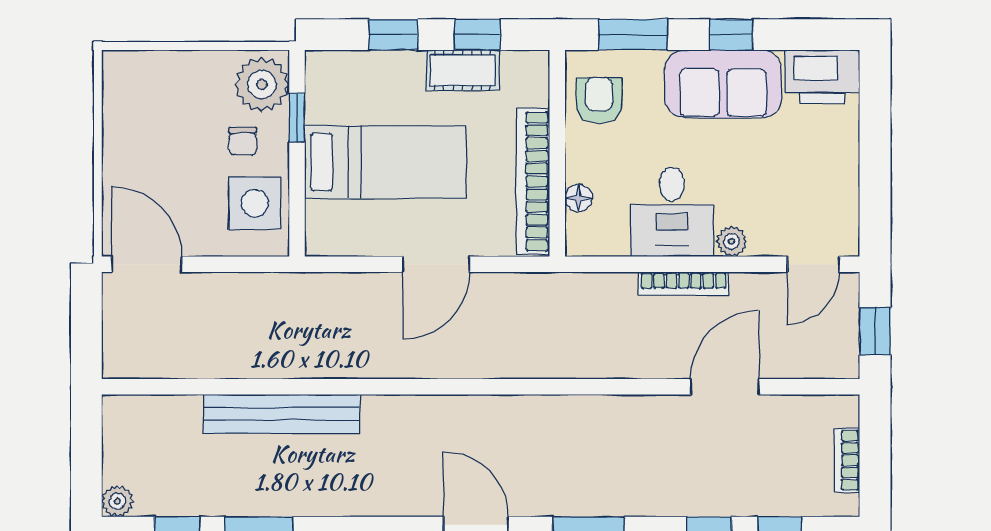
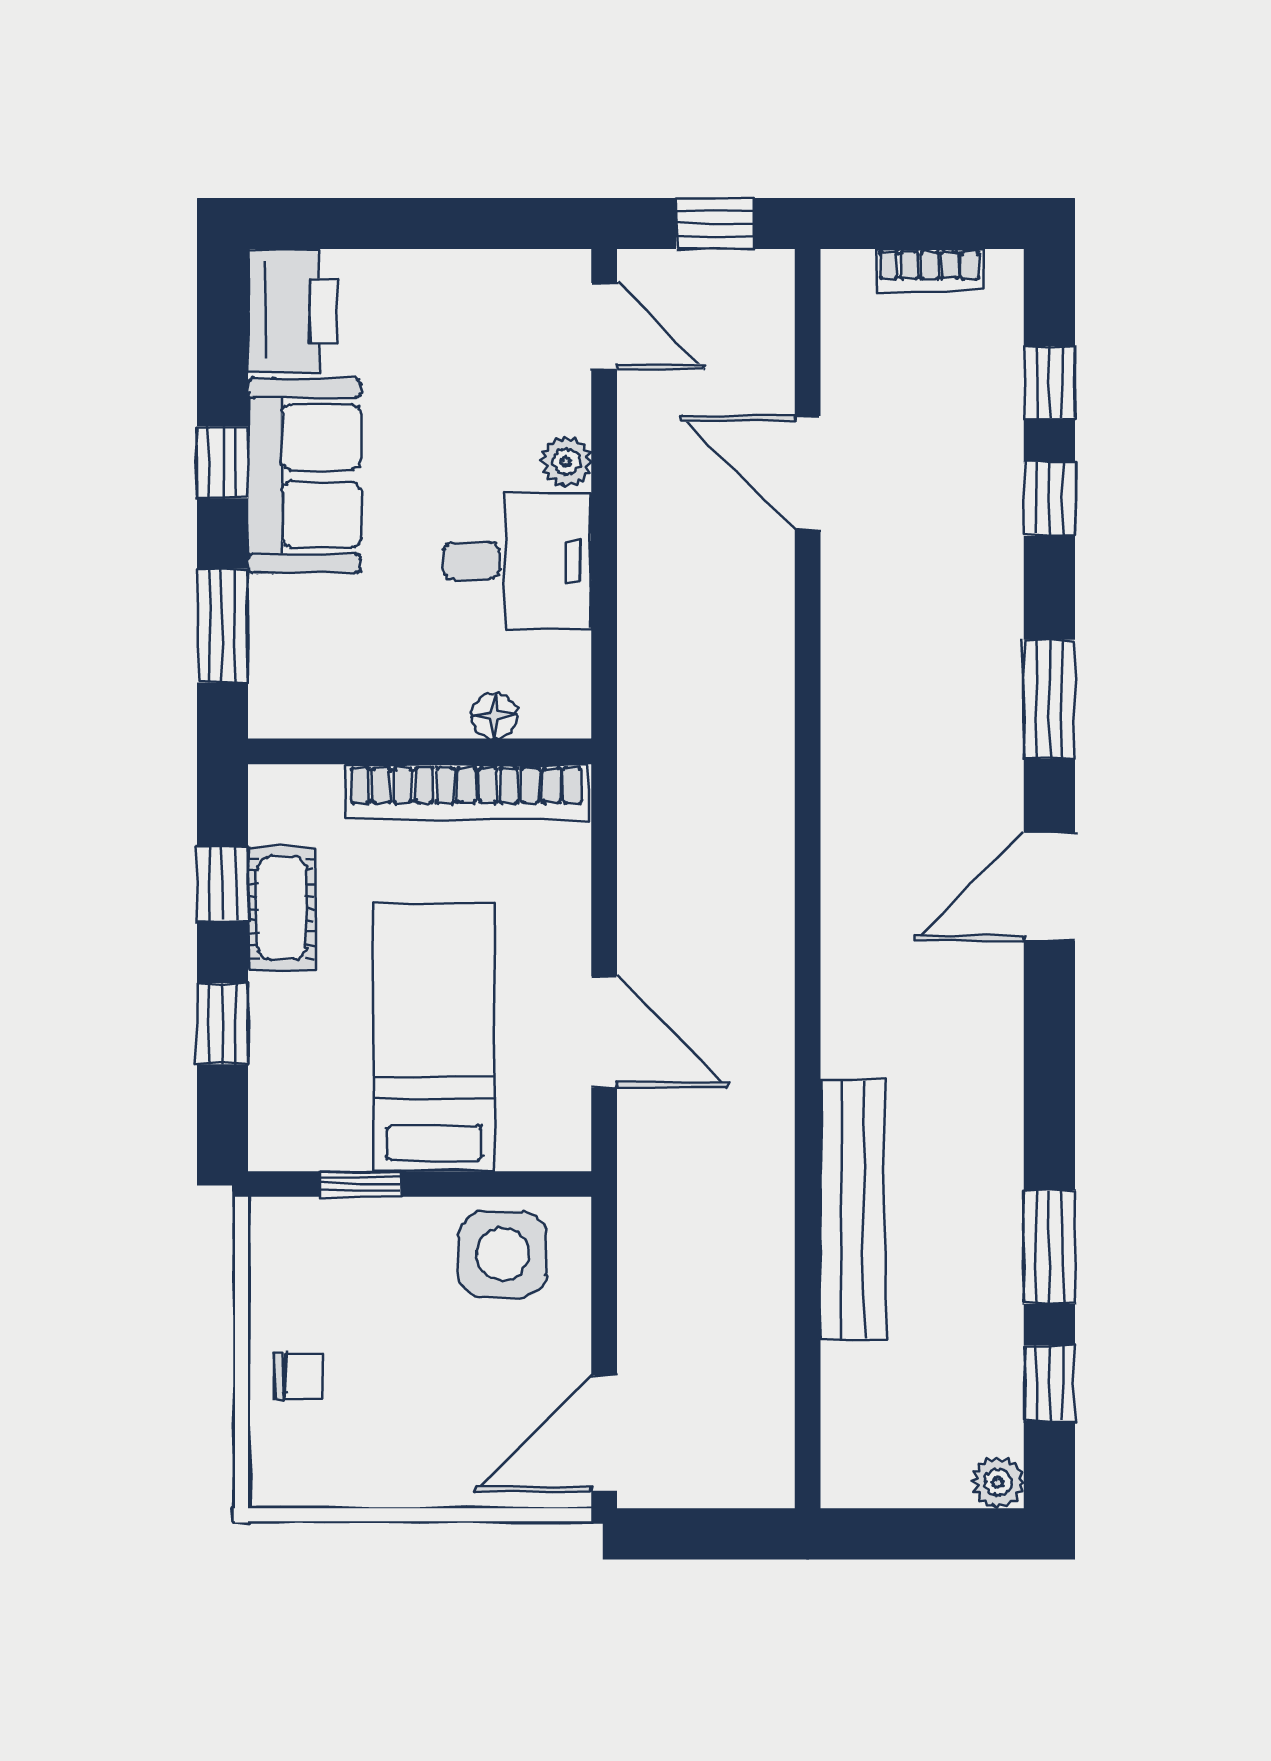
plant: (262, 84) -> (305, 1242), removed
armchair: (599, 101) -> (332, 682), removed
chair: (243, 141) -> (298, 1376), moved
door: (436, 264) -> (604, 1032), moved
bookcase: (684, 283) -> (636, 541), removed

